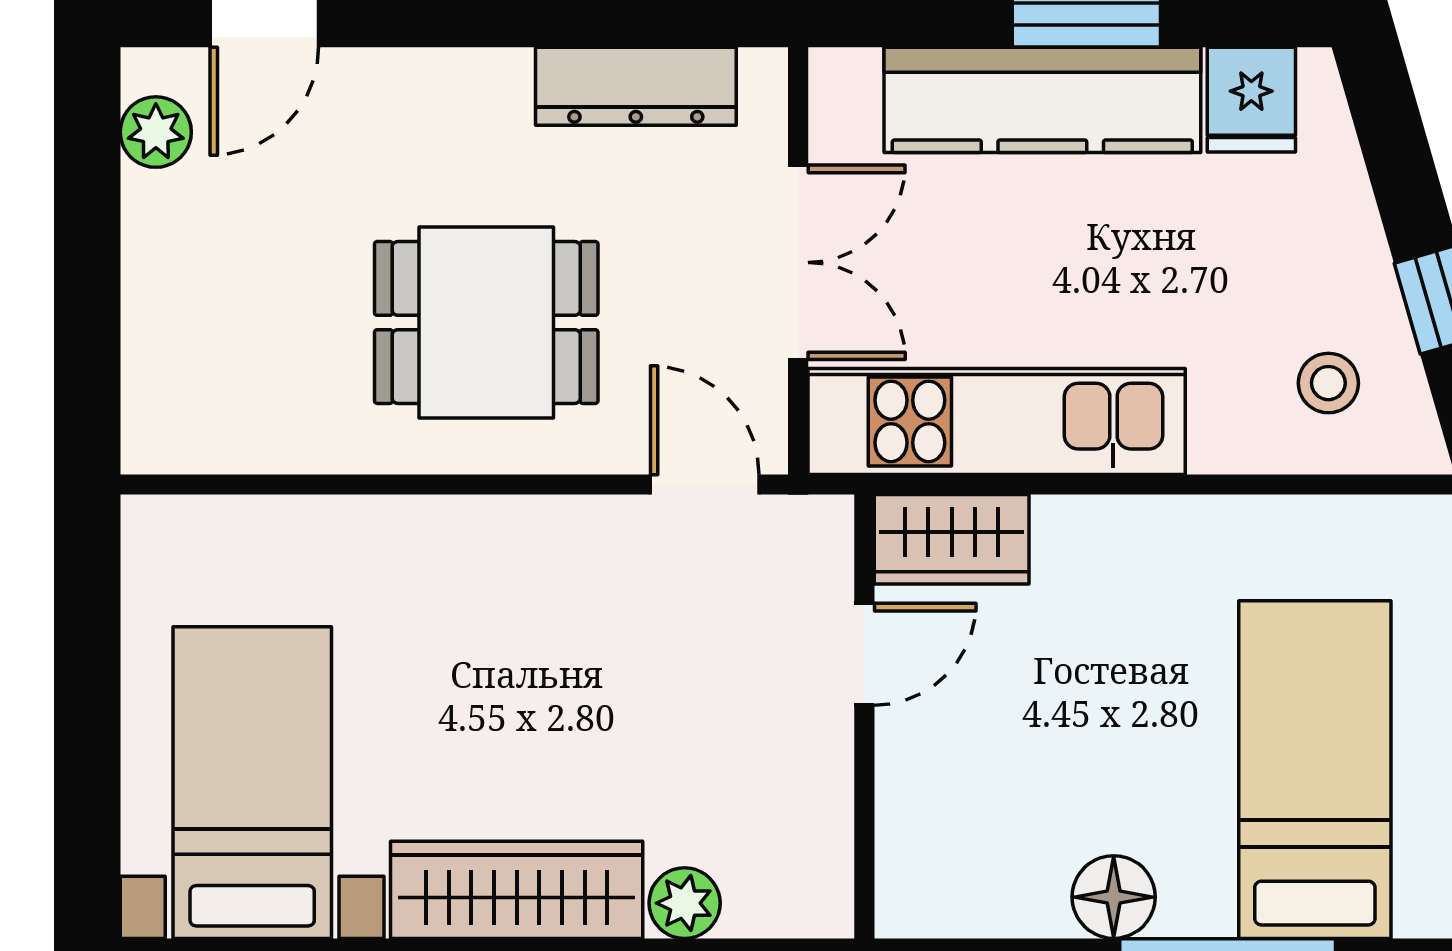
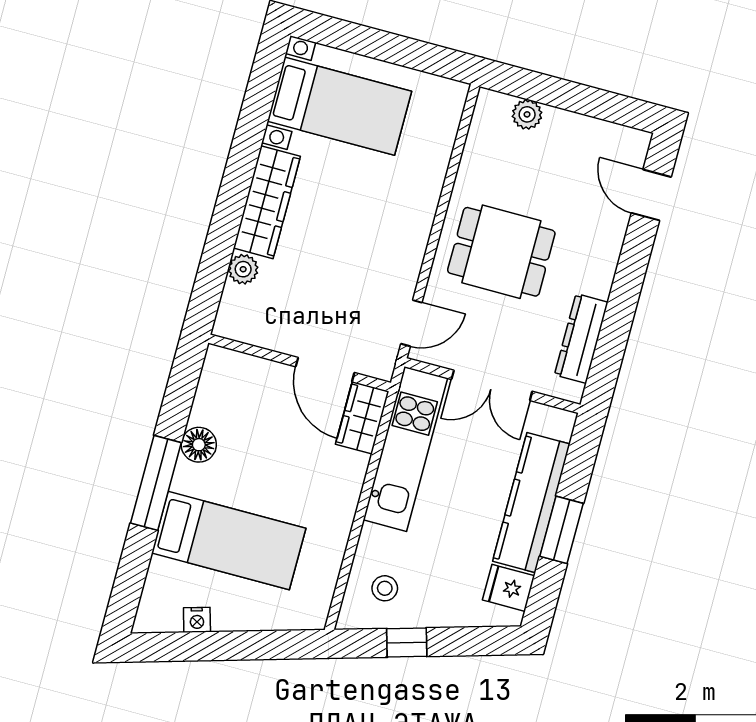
plant: (156, 132) -> (527, 114), moved
dining table: (486, 322) -> (501, 252), turned 90
door: (864, 654) -> (325, 370), width x1.38

